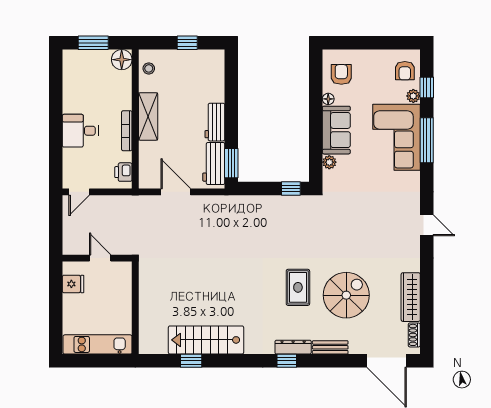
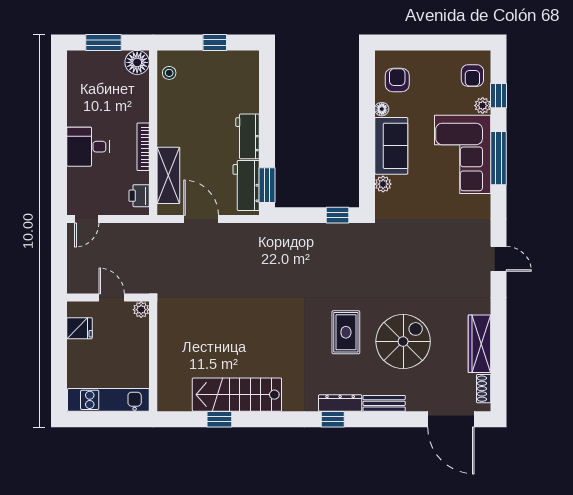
shelving: (148, 116) -> (168, 175), moved
plant: (125, 268) -> (141, 310), added

